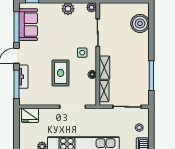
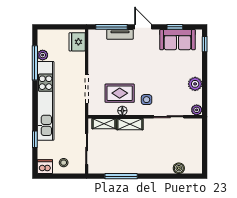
boiler: (140, 23) -> (179, 168), width x0.54, depth x0.54
window: (16, 27) -> (175, 27), width x0.46
rug: (61, 73) -> (120, 93), moved

